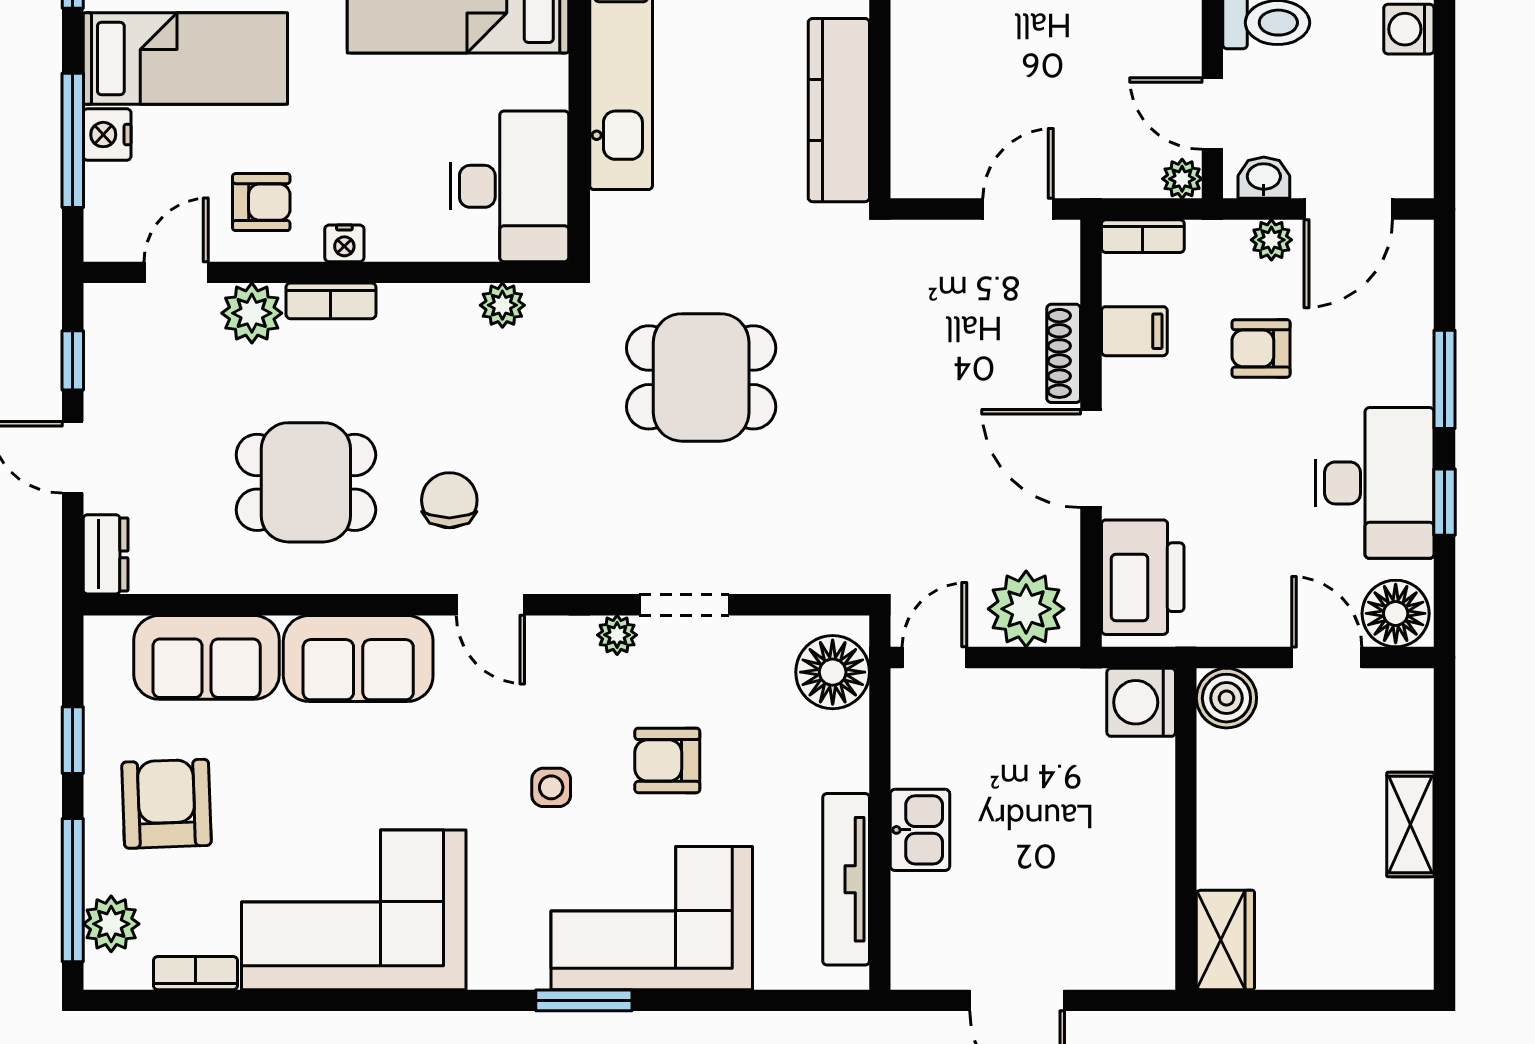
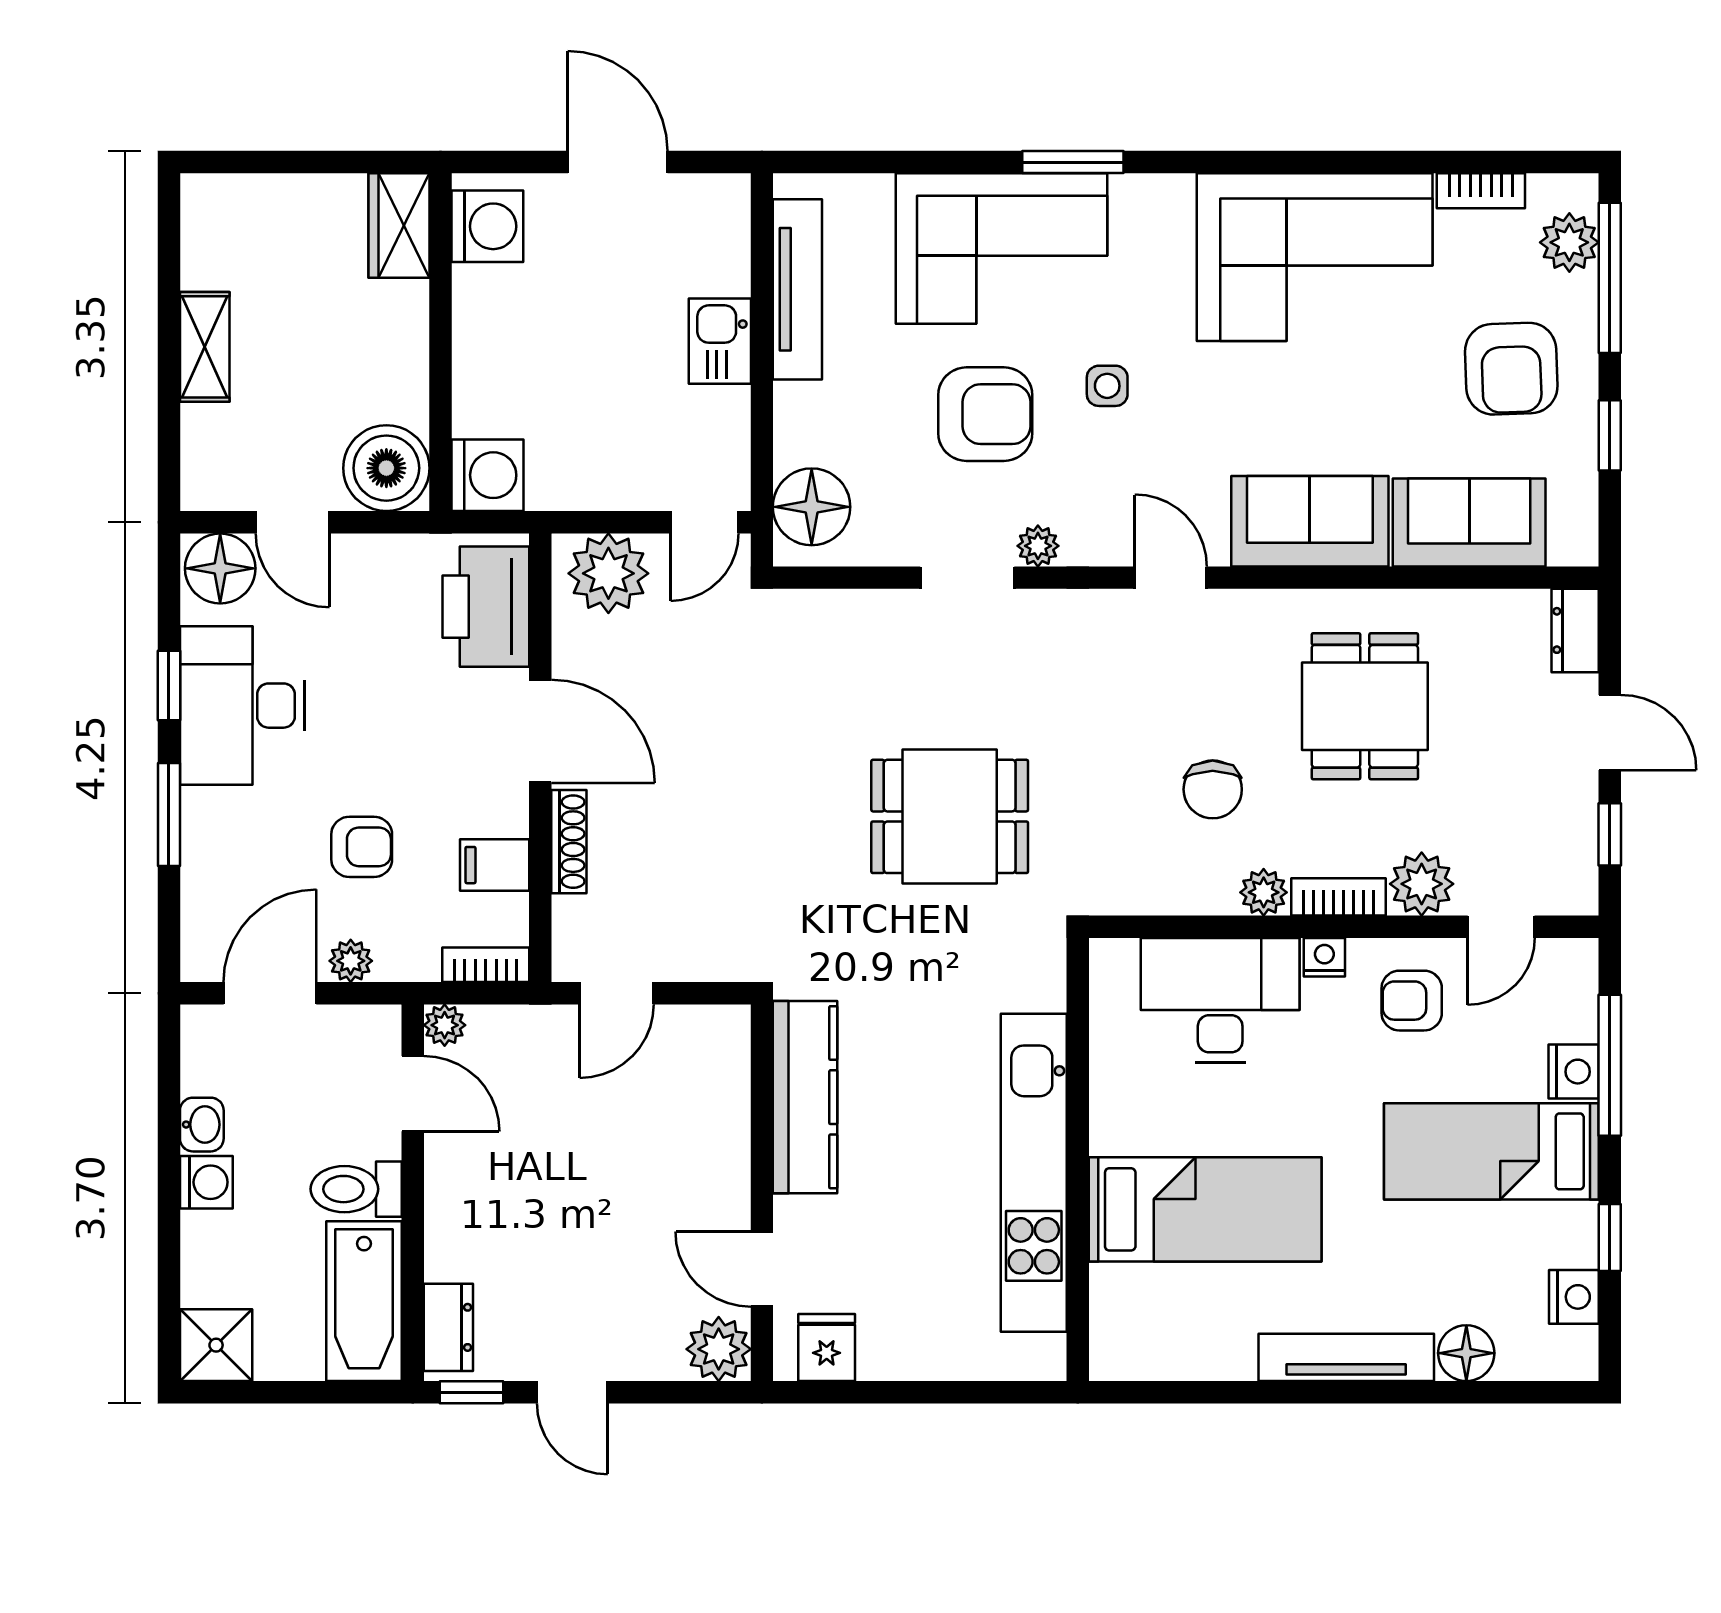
washbasin: (1264, 178) -> (202, 1125), moved, turned -90
desk: (509, 186) -> (1220, 1000), moved, turned 90
plant: (502, 305) -> (1264, 892), moved
dining table: (306, 482) -> (1365, 706), turned 90
chair: (449, 500) -> (1213, 789), moved
boiler: (1226, 698) -> (386, 468), width x1.37, depth x1.37
armchair: (667, 760) -> (985, 414), width x1.38, depth x1.38
washing machine: (1141, 939) -> (487, 226), added

